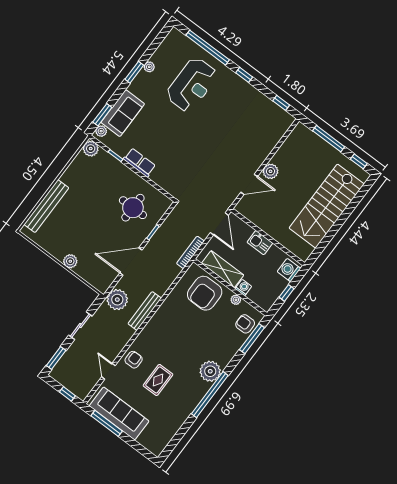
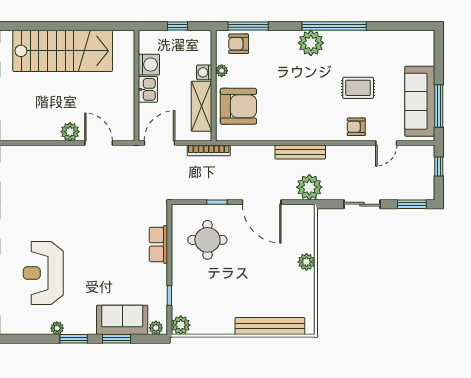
reception desk: (192, 85) -> (43, 273), turned -90
window: (102, 115) -> (117, 339), moved
row of seats: (139, 163) -> (158, 244), moved
washing machine: (289, 270) -> (149, 65), moved, turned -90
armchair: (245, 324) -> (239, 44), turned 90

